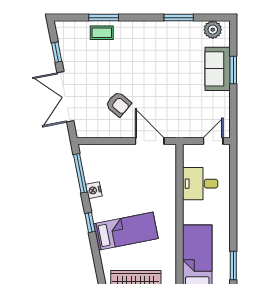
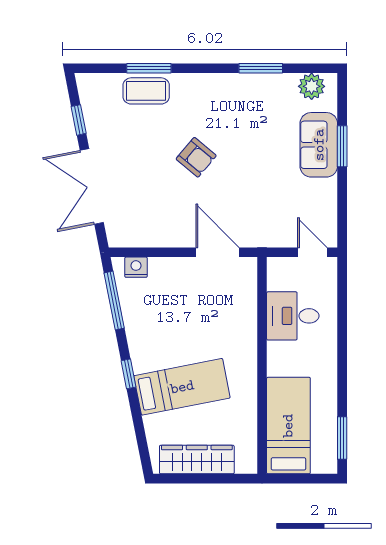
coffee table: (102, 33) -> (146, 91), width x1.36, depth x1.30
armchair: (118, 104) -> (196, 157), moved
door: (213, 141) -> (312, 252), hinge flipped
nightstand: (94, 190) -> (136, 267), moved, turned 101

